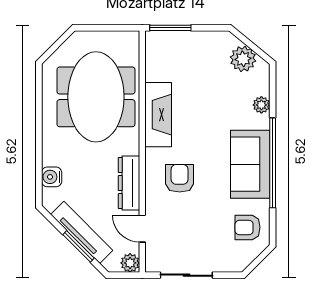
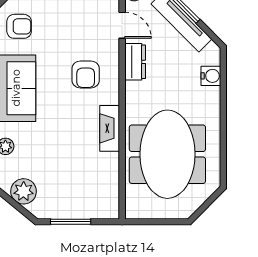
window: (170, 28) -> (71, 222), moved
fireplace: (158, 115) -> (110, 128), width x0.73, depth x0.76
dresser: (129, 183) -> (135, 62), width x0.70

